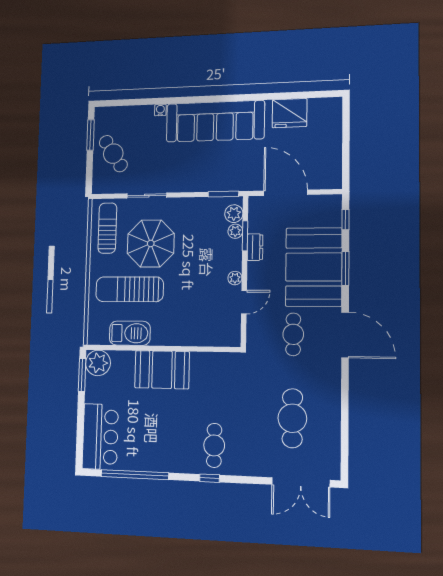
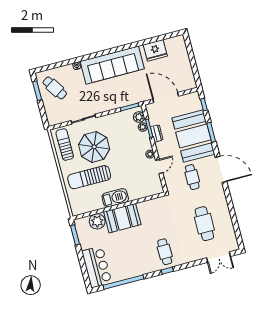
cafe table: (113, 154) -> (55, 88), moved
barbecue: (130, 333) -> (115, 198), moved
plant: (98, 363) -> (97, 221), moved
double door: (301, 482) -> (219, 257), width x0.73

